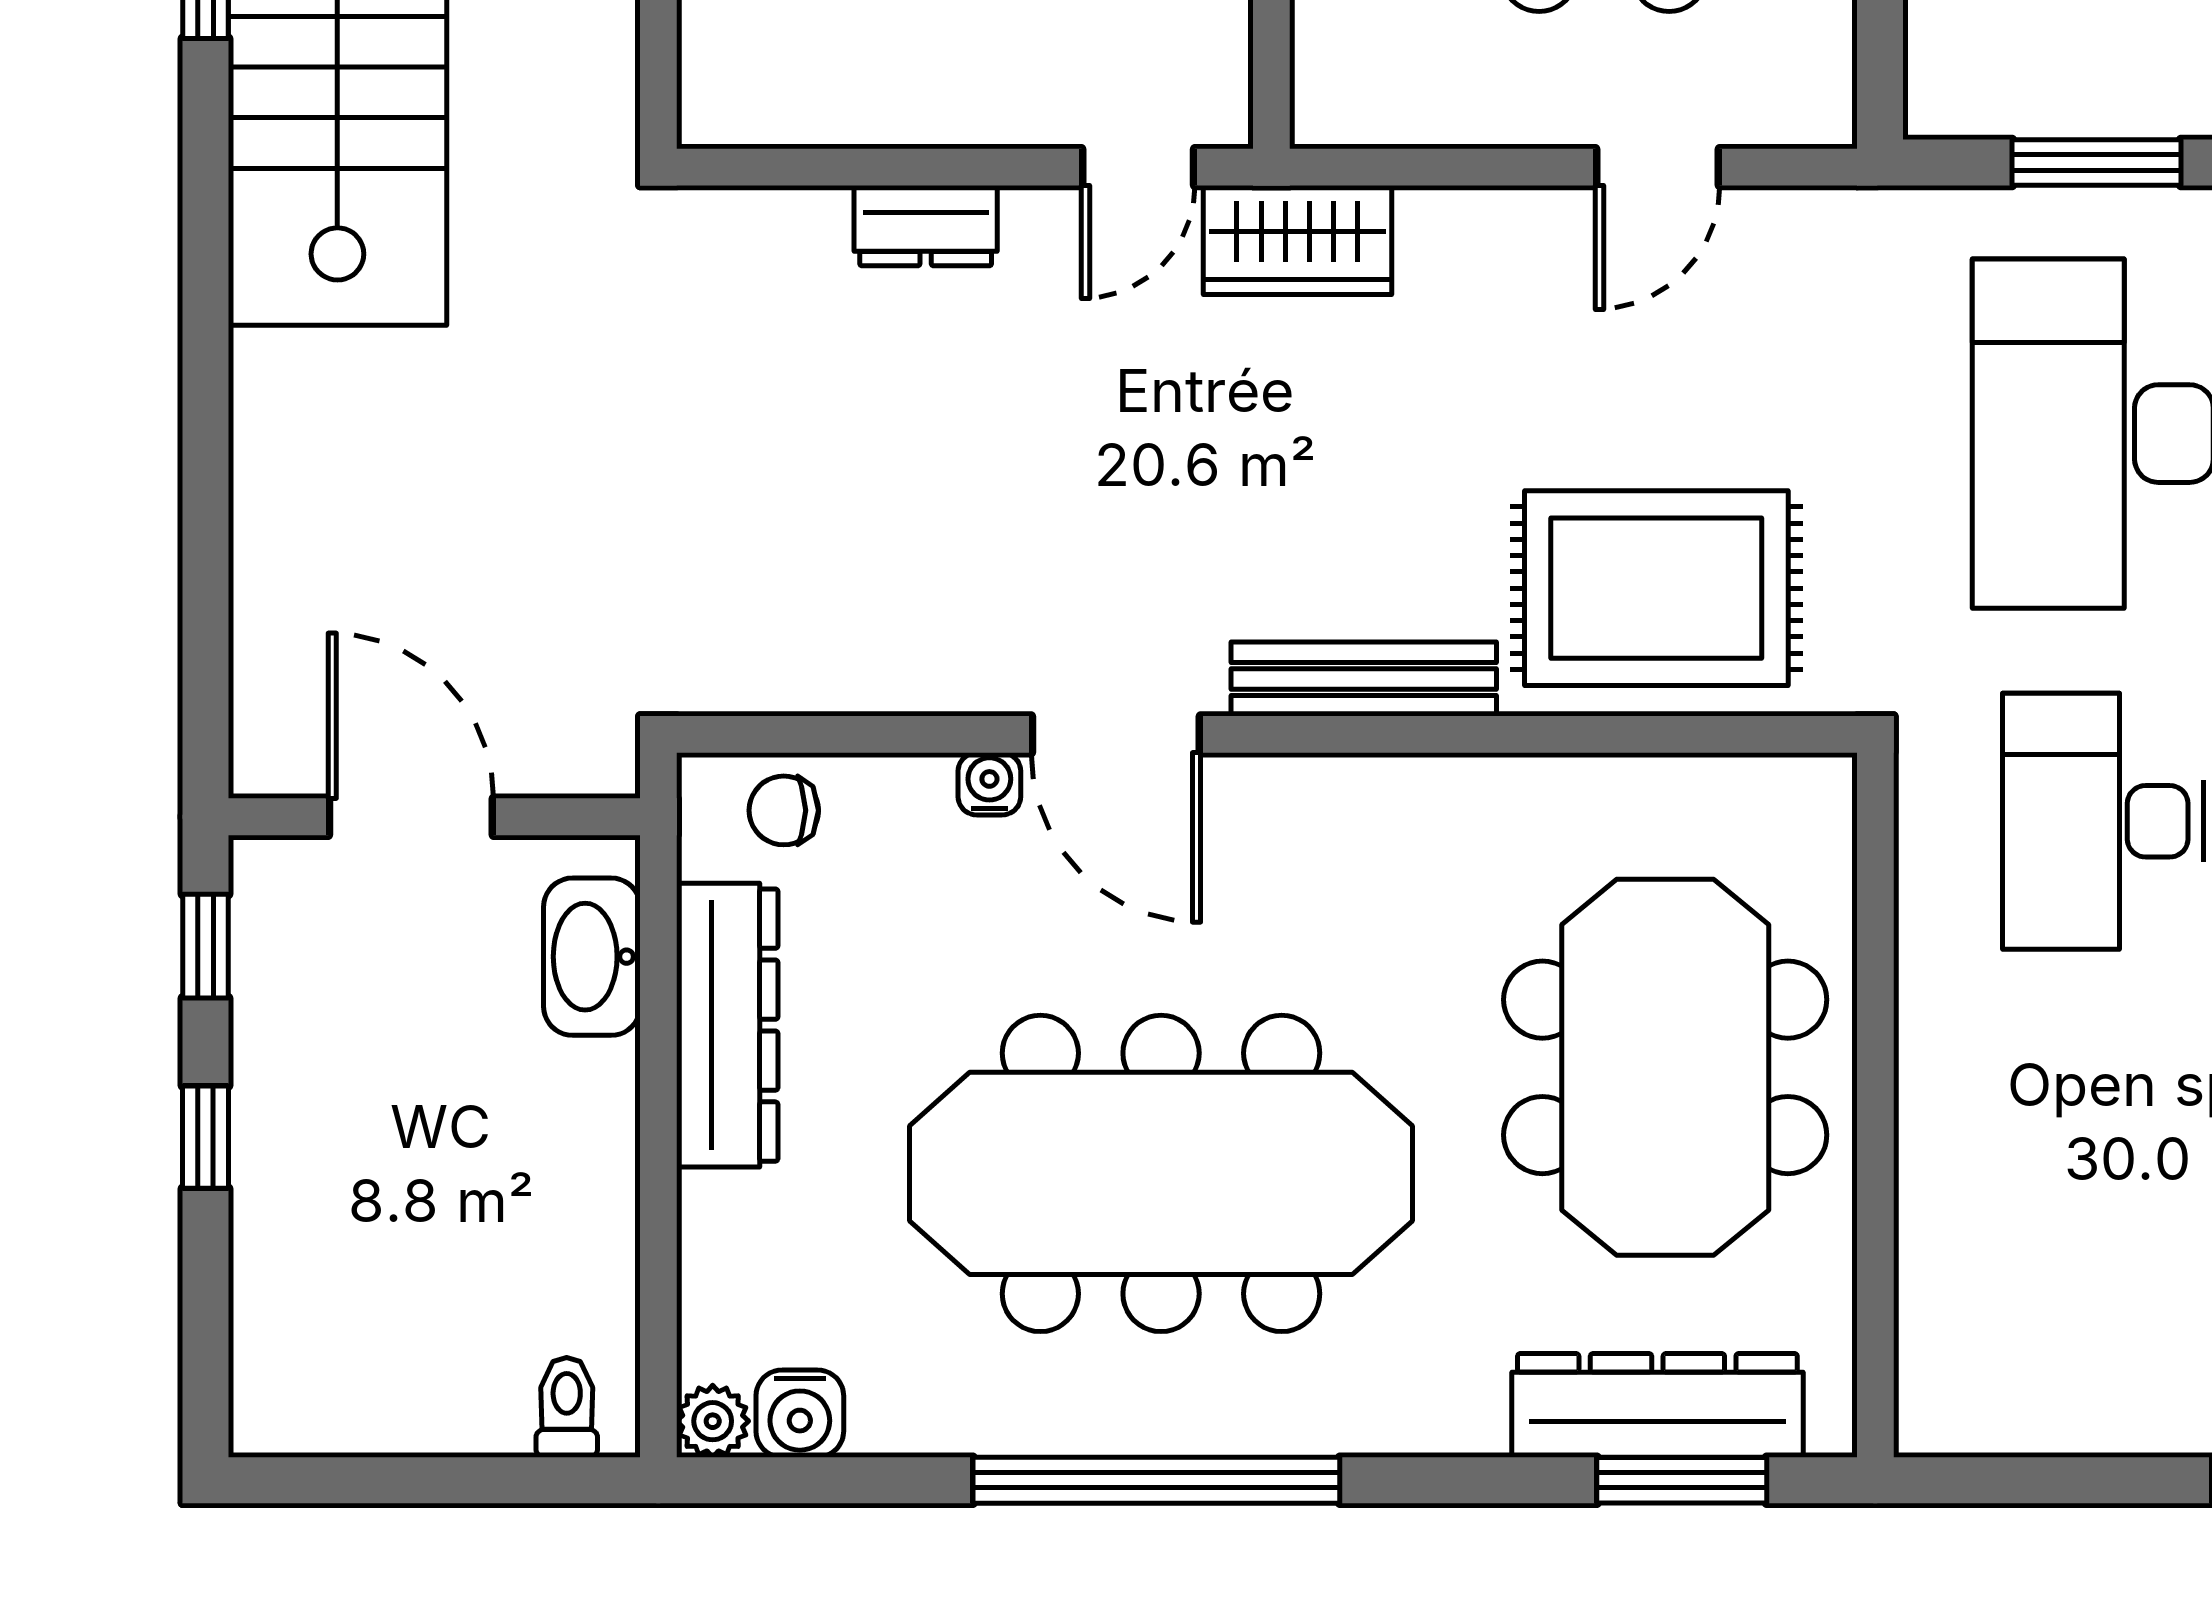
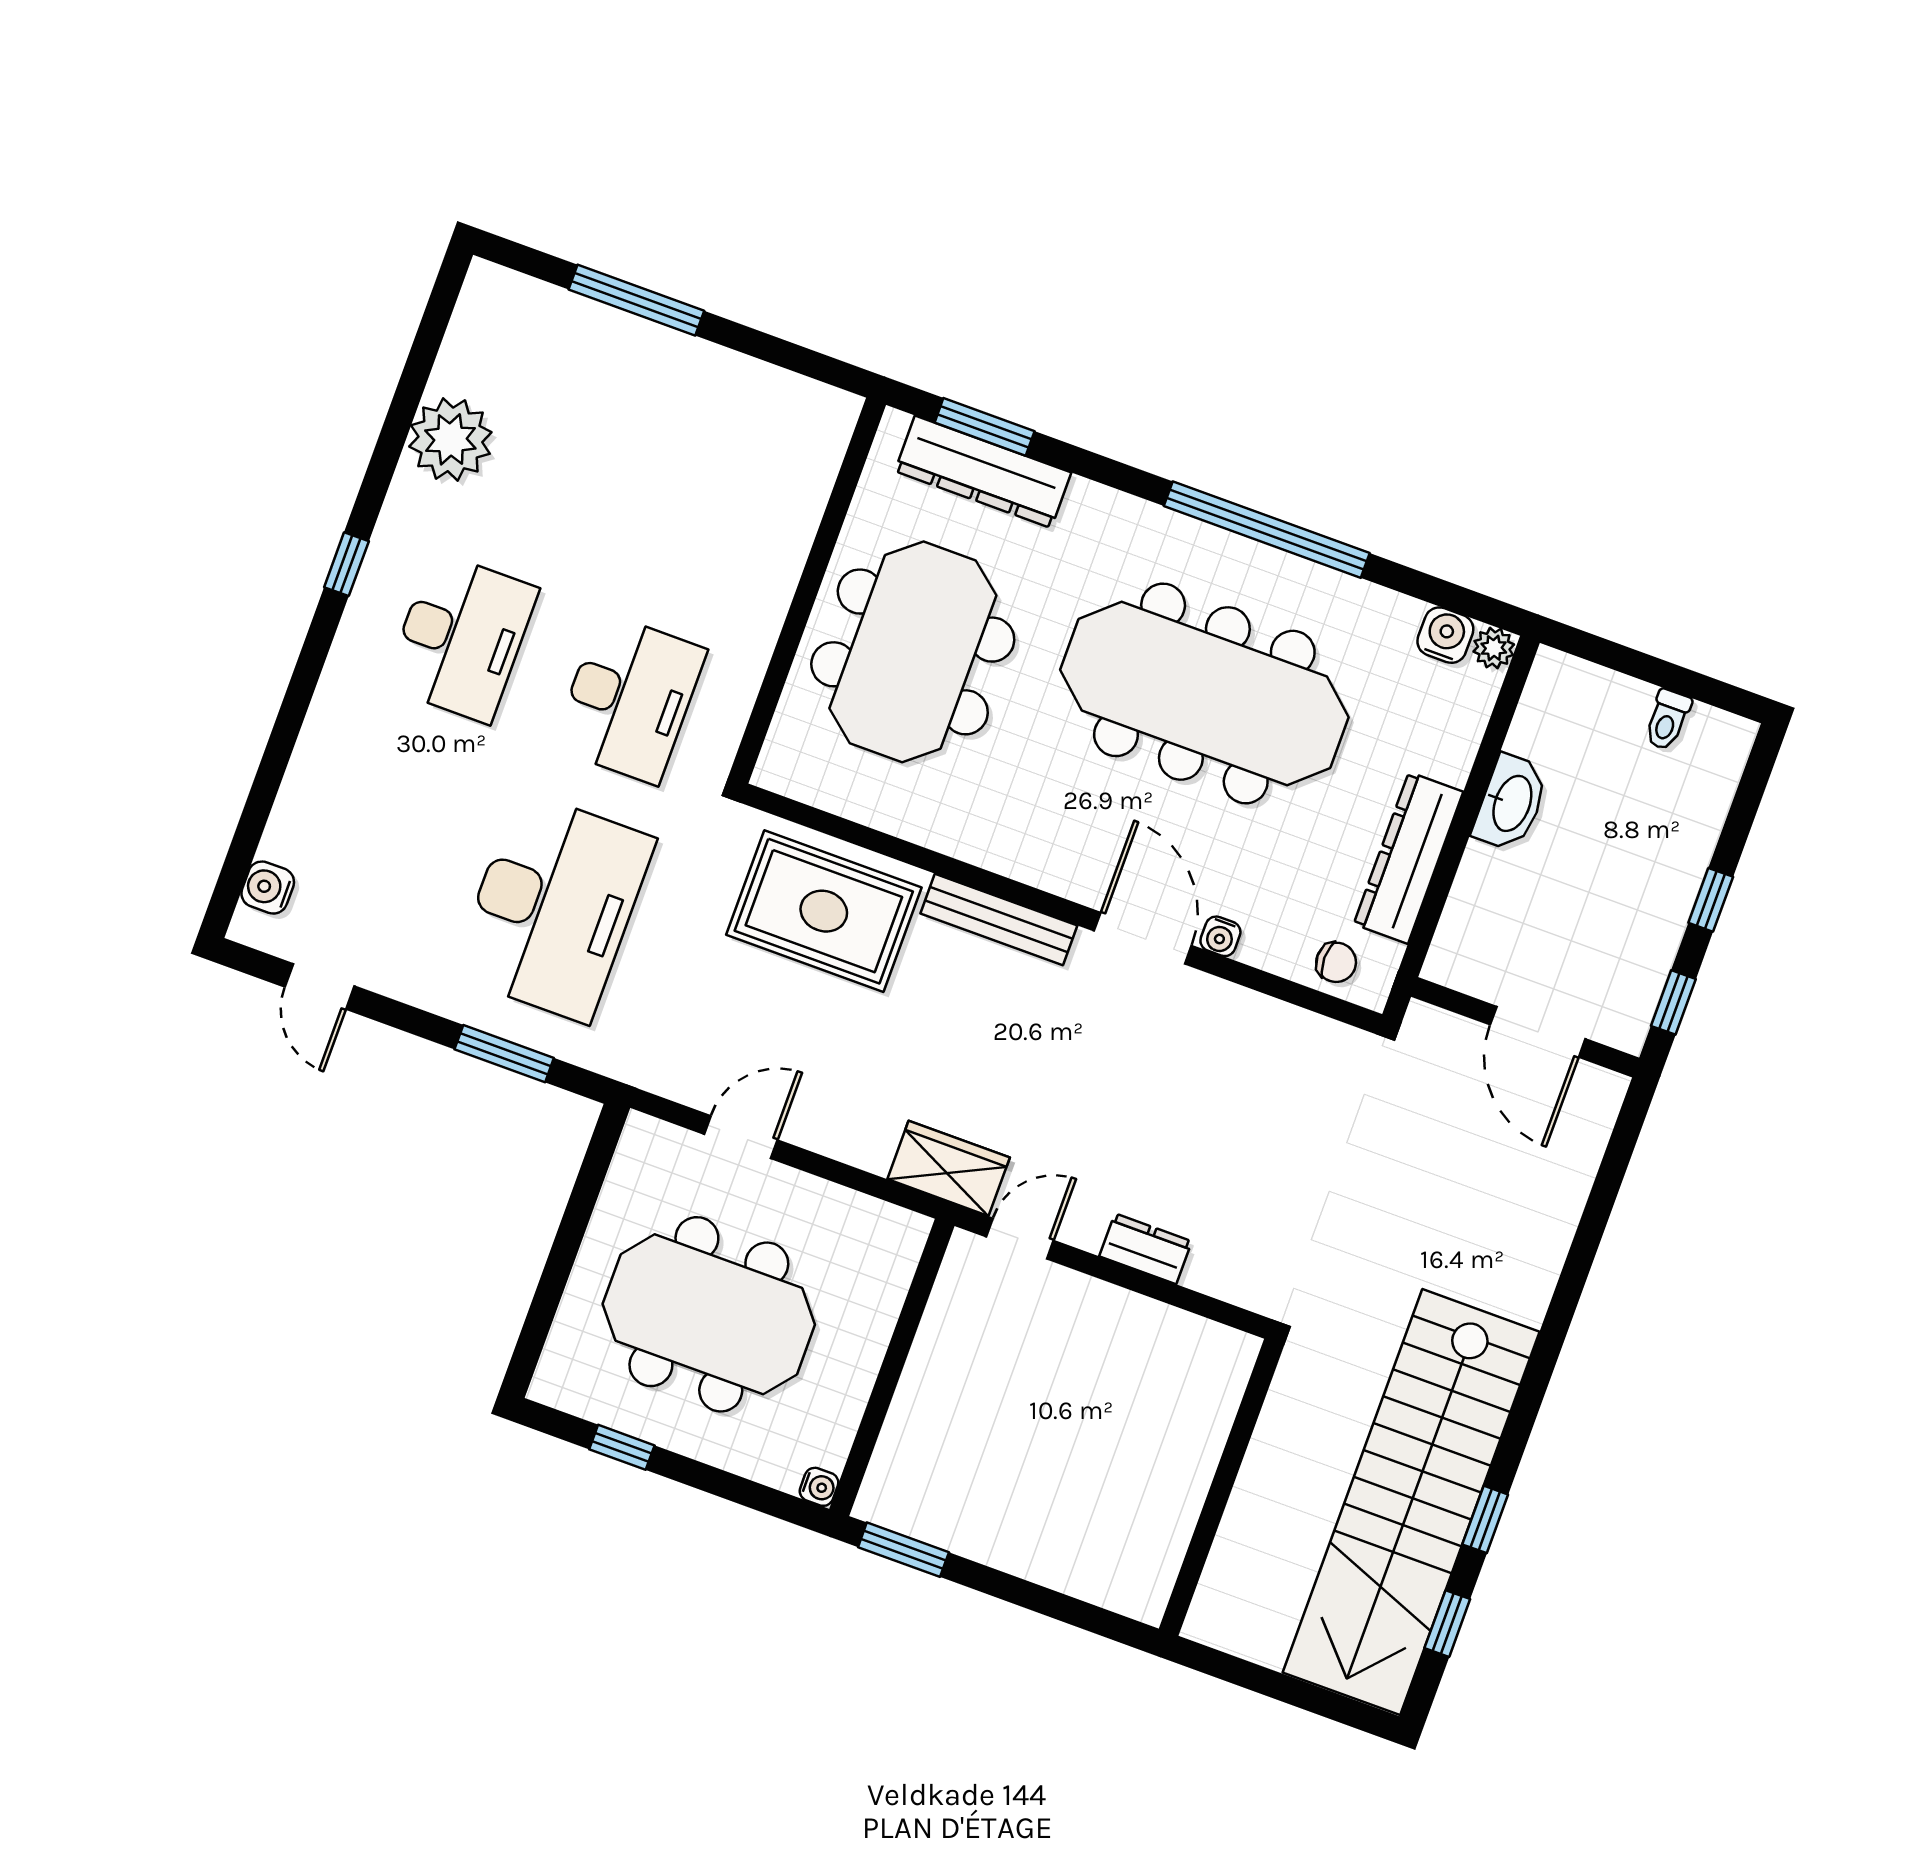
washbasin: (592, 957) -> (1511, 803), moved
toilet: (567, 1407) -> (1667, 720), moved

